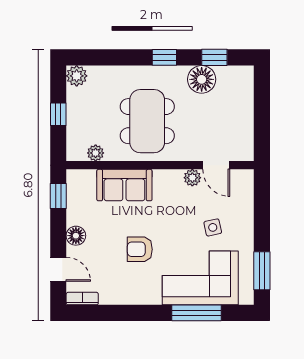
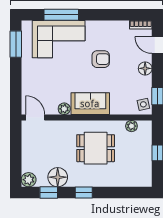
plant: (77, 76) -> (29, 180), moved
dining table: (147, 121) -> (96, 148), width x0.73
door: (216, 165) -> (35, 118), moved
sofa: (124, 185) -> (90, 104), moved
side table: (213, 227) -> (143, 104), moved

